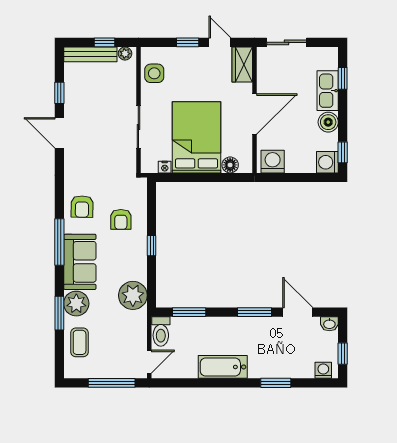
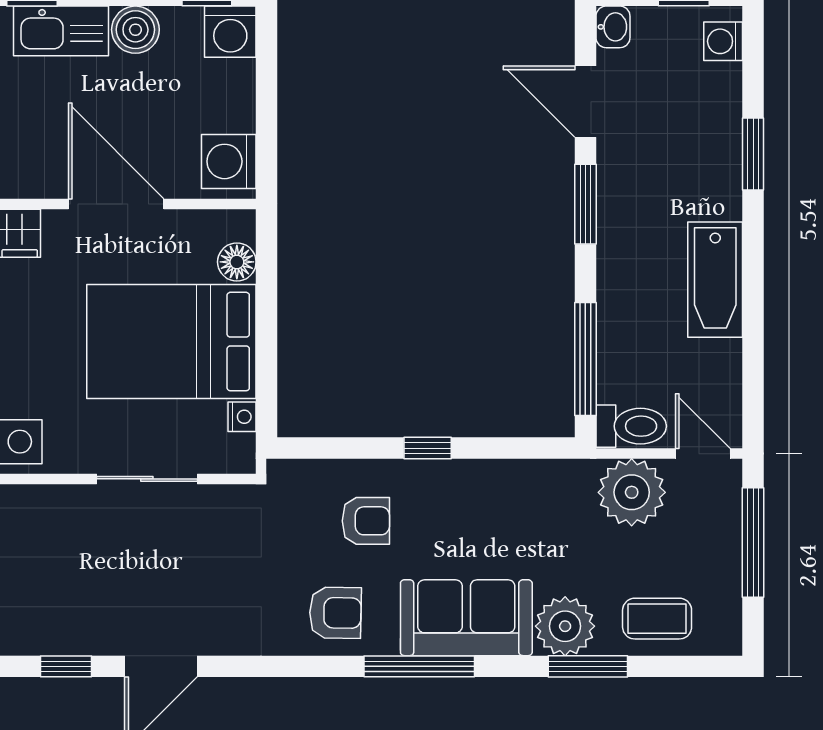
plant: (133, 295) -> (632, 492), moved
window: (189, 312) -> (585, 359), width x1.44
door: (298, 312) -> (585, 102), hinge flipped

